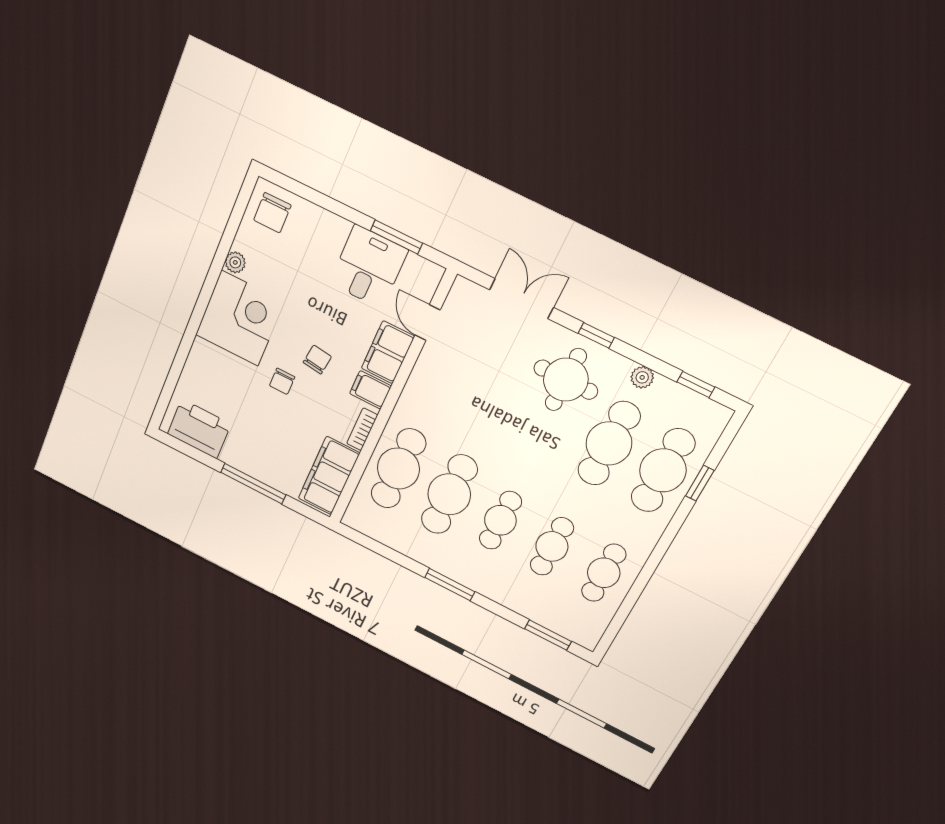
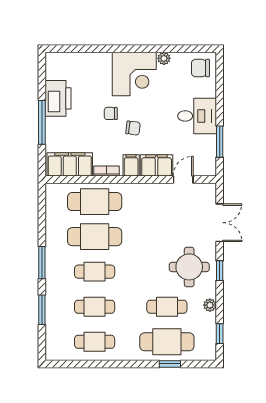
desk: (369, 267) -> (197, 116), moved
printer: (199, 429) -> (58, 98), moved
cafe table: (609, 443) -> (167, 307), width x0.73, depth x0.74
window: (548, 635) -> (42, 310), moved

